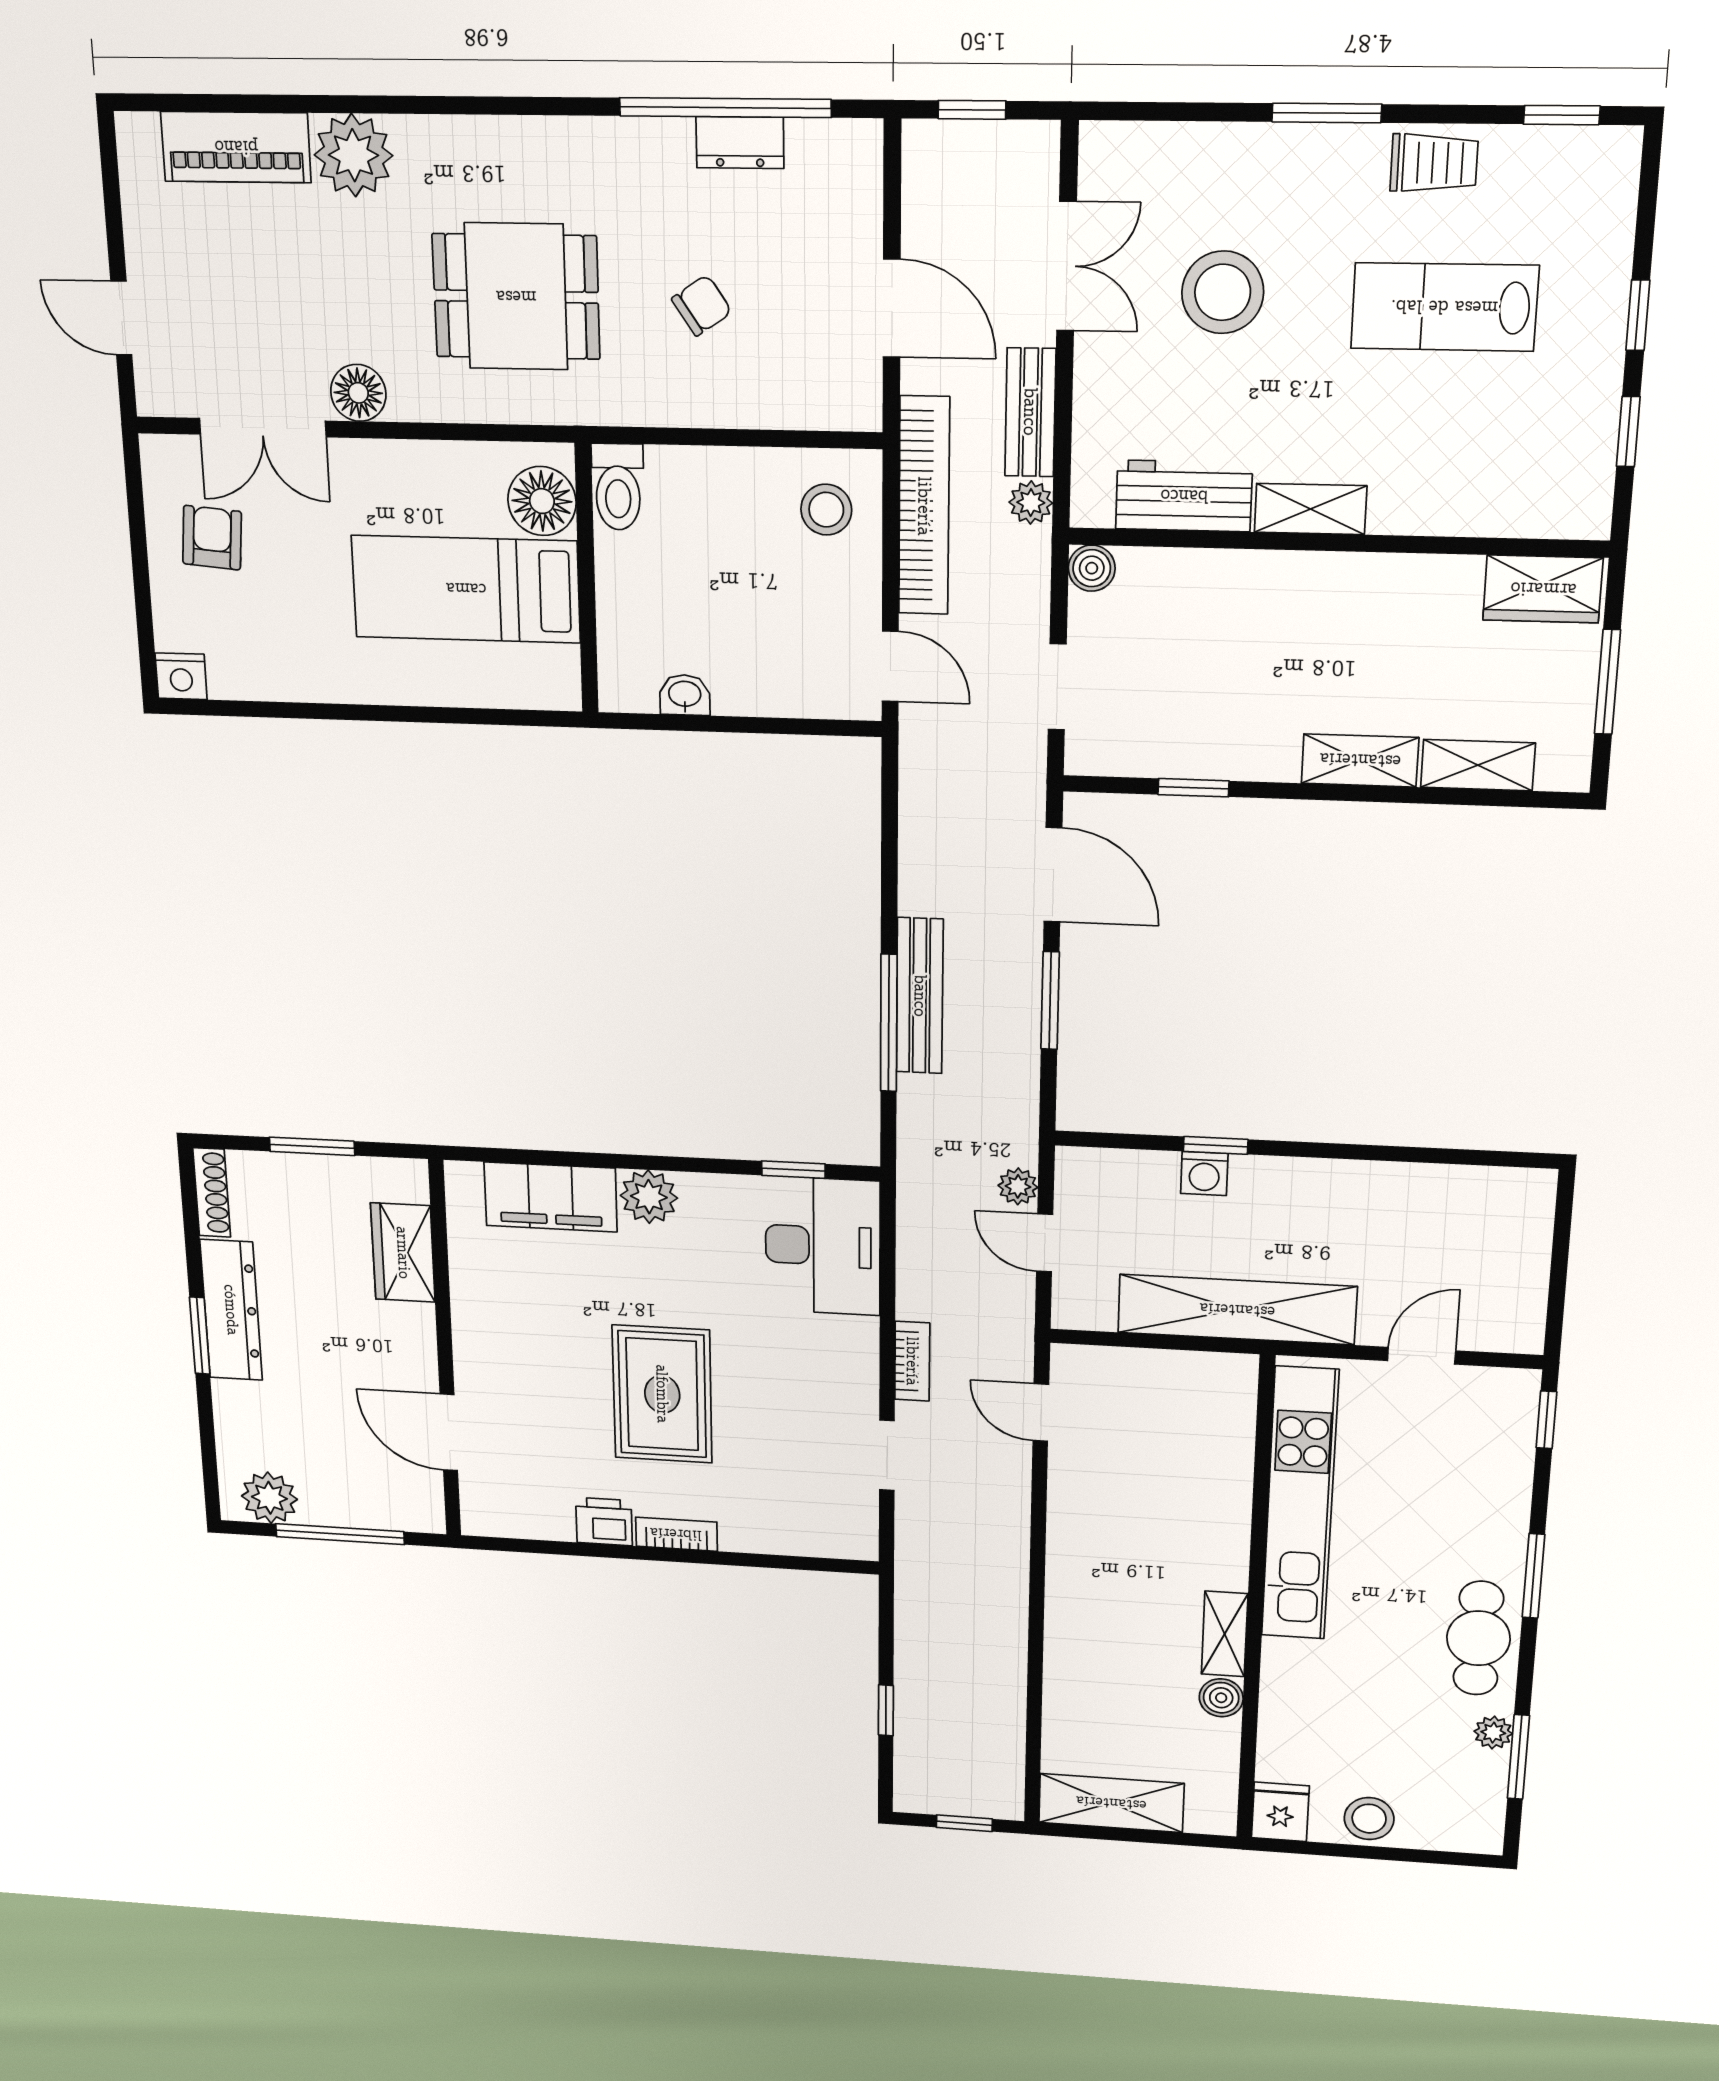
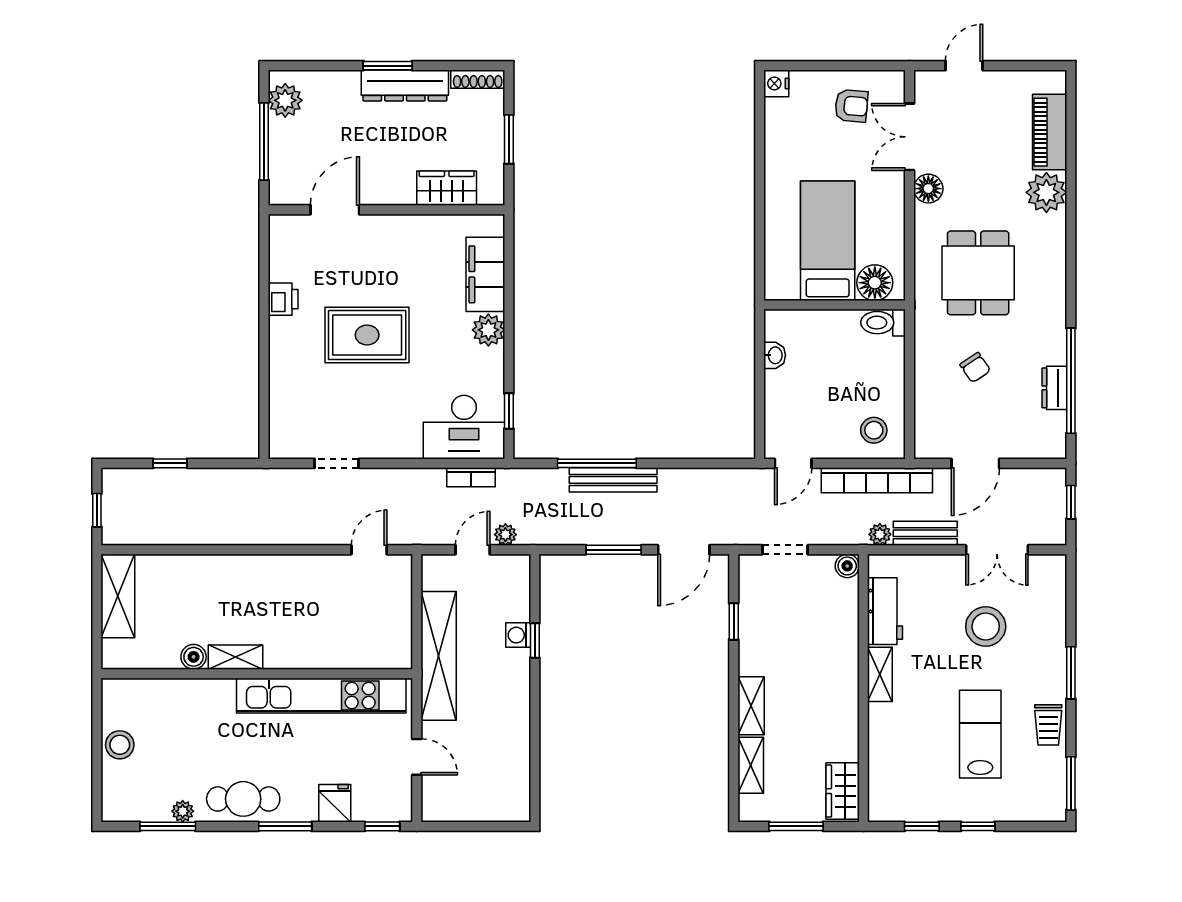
window: (1562, 115) -> (1071, 783), width x1.50
bookcase: (912, 1361) -> (471, 477), moved
bookcase: (676, 1534) -> (278, 341), removed
fridge: (1280, 1812) -> (335, 803), moved, turned -90

